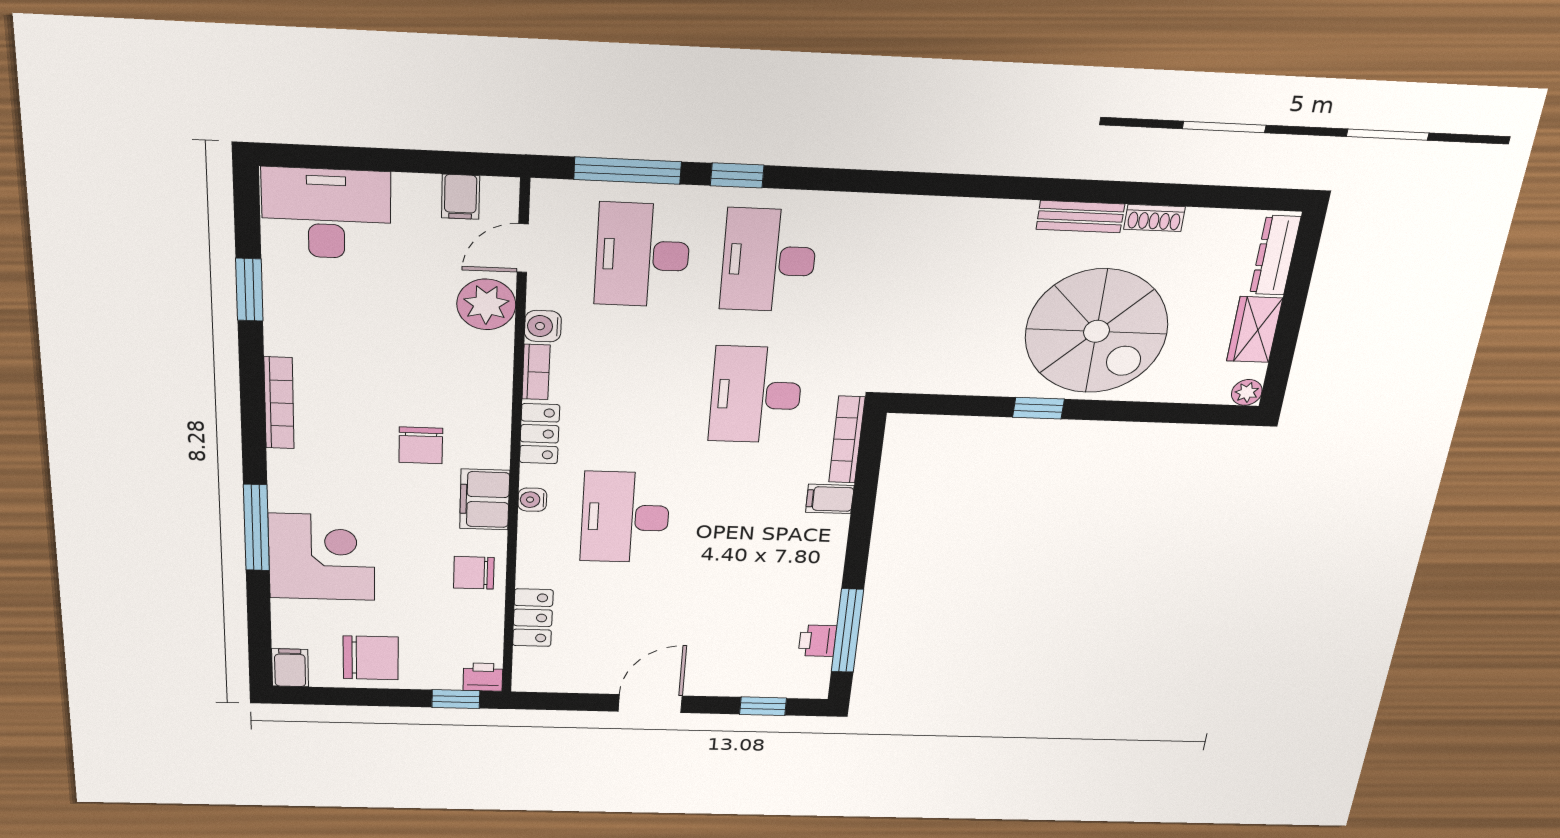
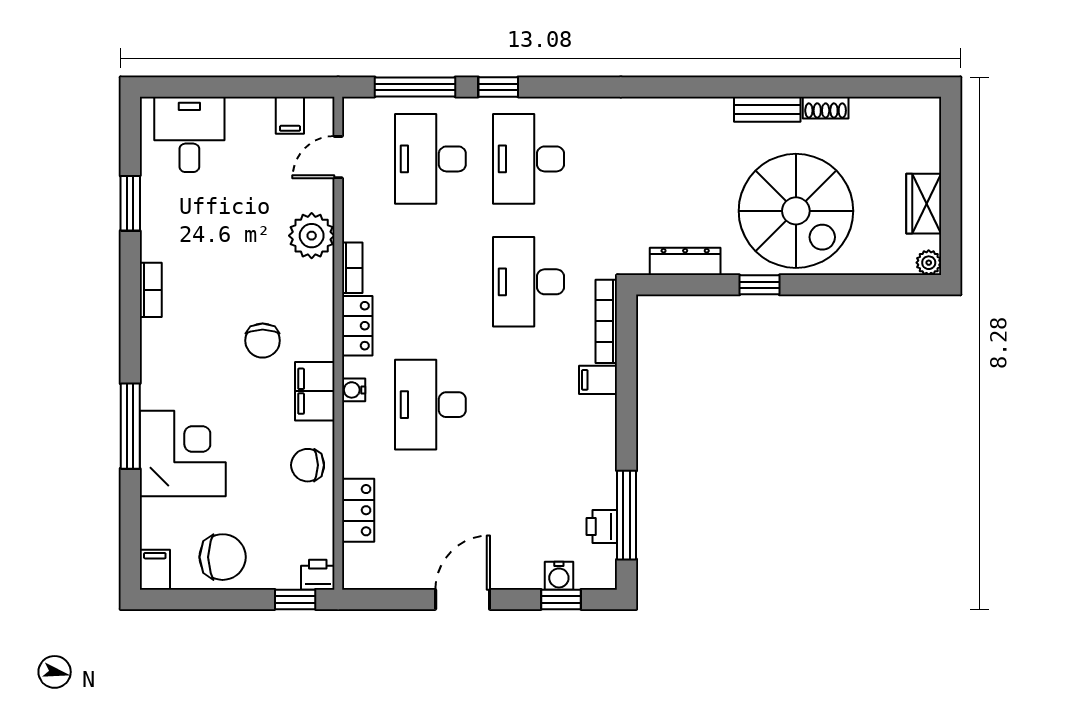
desk: (326, 214) -> (189, 134), width x0.73
dresser: (1275, 255) -> (685, 261), moved, turned 90
plant: (486, 304) -> (312, 236), moved
water cooler: (543, 326) -> (559, 576), moved, turned -90
bookcase: (279, 403) -> (151, 290), width x0.64

